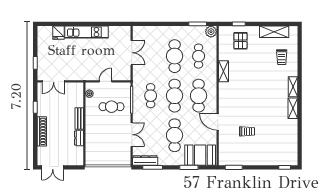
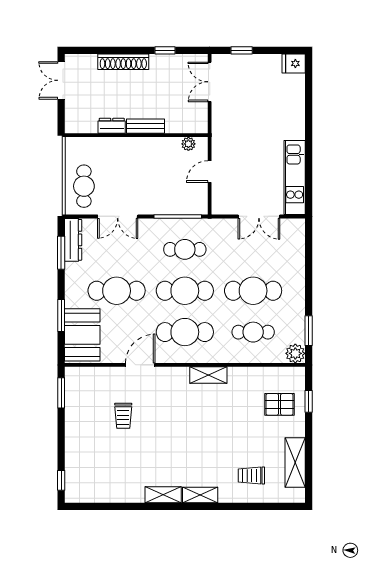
kitchen unit: (87, 32) -> (295, 178), moved
fridge: (59, 33) -> (294, 63), moved
shelving: (223, 71) -> (208, 375), moved
door: (106, 81) -> (210, 172), swing flipped
cafe table: (112, 107) -> (84, 186), moved

